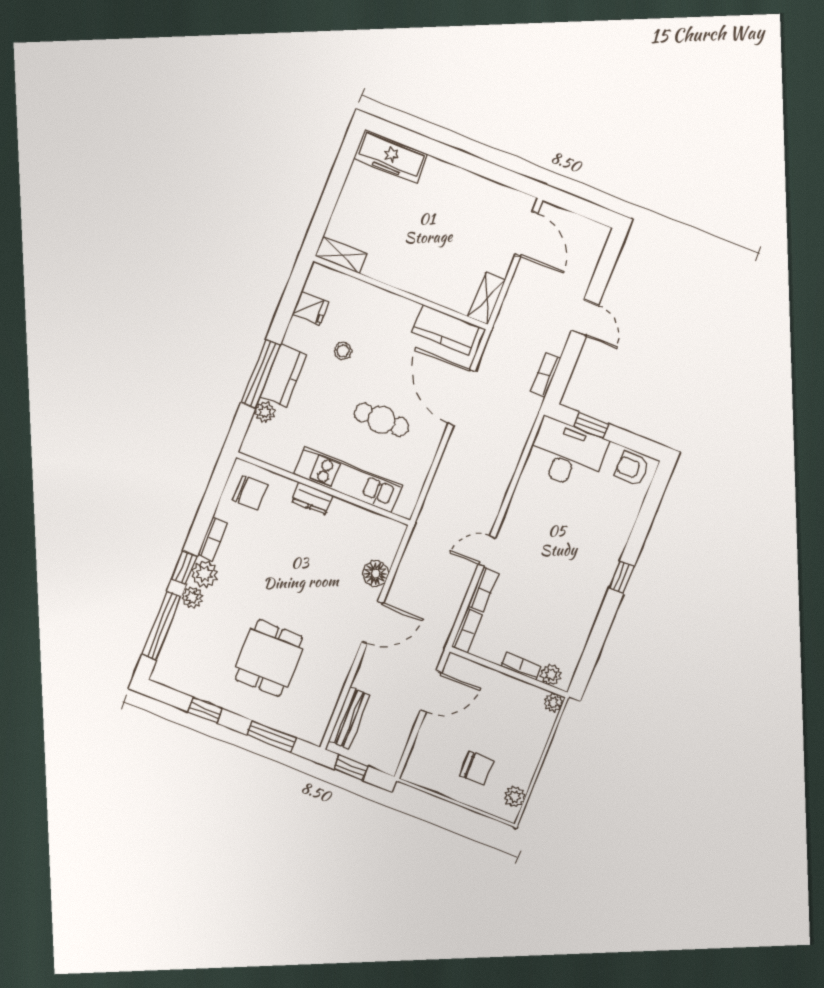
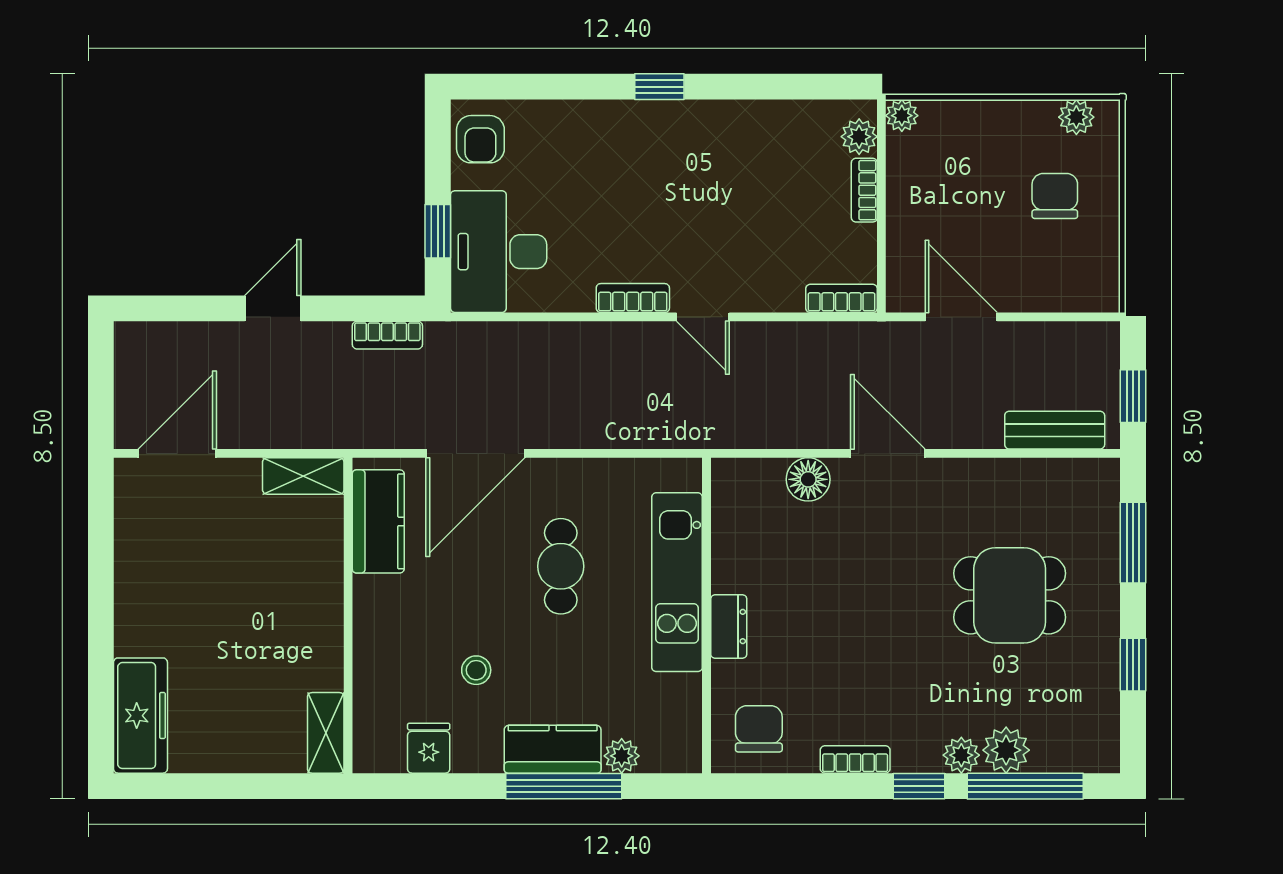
plant: (205, 574) -> (1006, 750), moved
bookcase: (483, 590) -> (633, 298), moved

